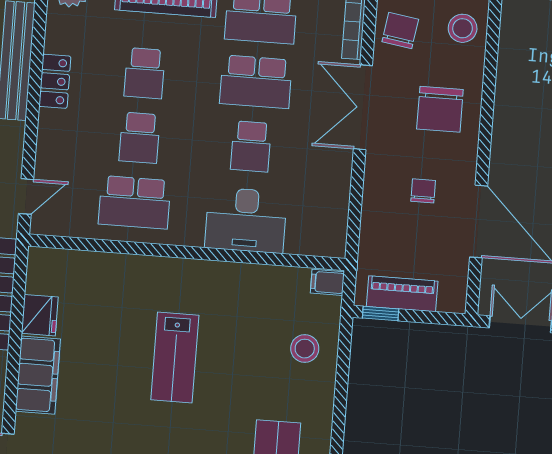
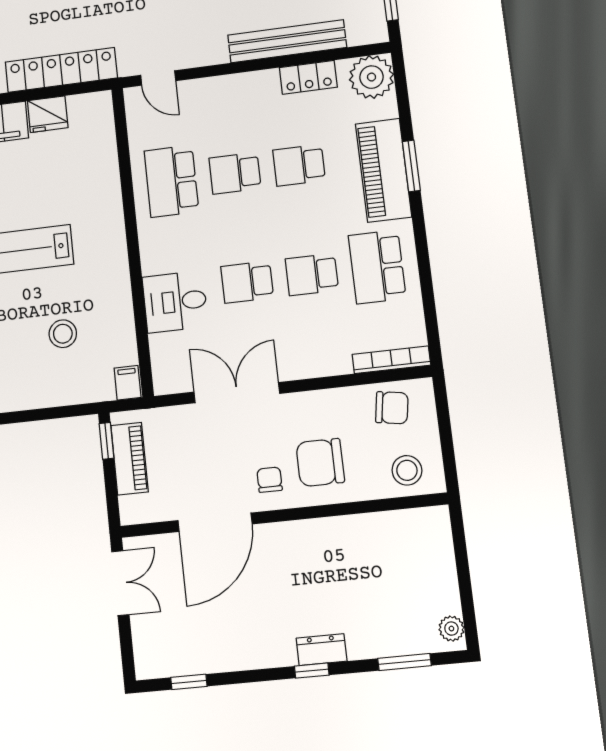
locker: (55, 81) -> (308, 77), moved
school desk: (256, 82) -> (312, 274), width x0.54
double door: (363, 107) -> (237, 393), moved
chair: (423, 191) -> (270, 480), moved, turned -90
desk: (246, 220) -> (175, 302), width x0.73
stool: (305, 349) -> (63, 334), moved

